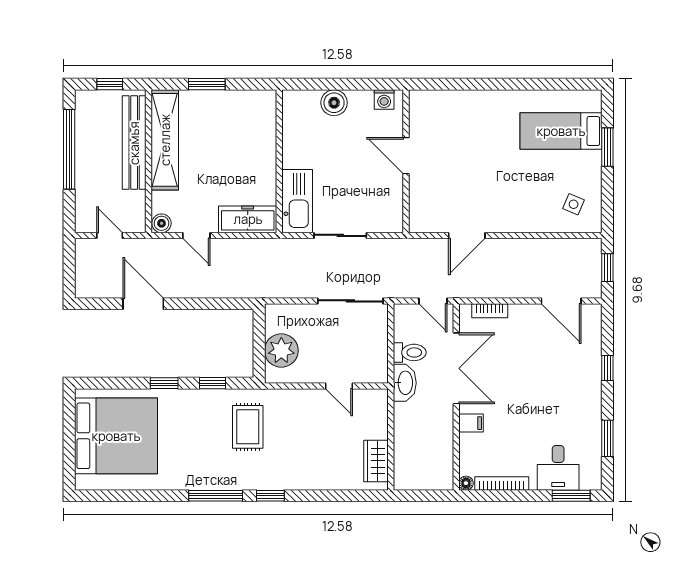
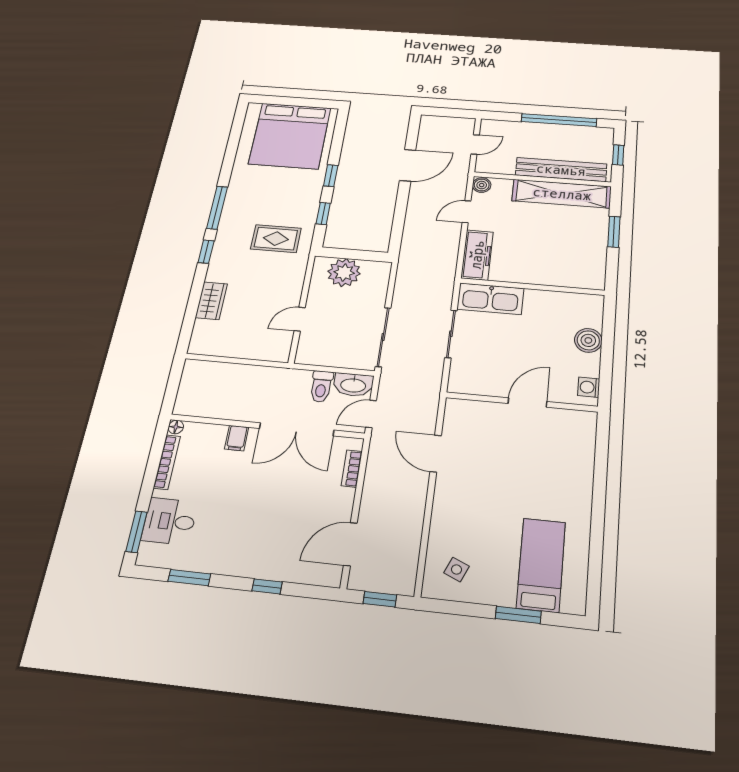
washbasin: (405, 383) -> (353, 385), moved
wardrobe: (376, 461) -> (211, 301), moved, turned 90

